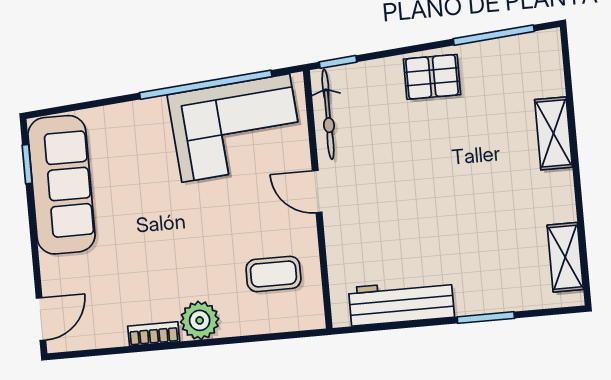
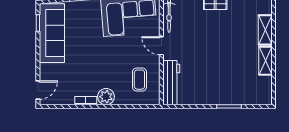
shelving: (565, 257) -> (266, 61), moved
coffee table: (273, 274) -> (139, 80), turned 90
workbench: (401, 302) -> (171, 83), moved, turned 90

